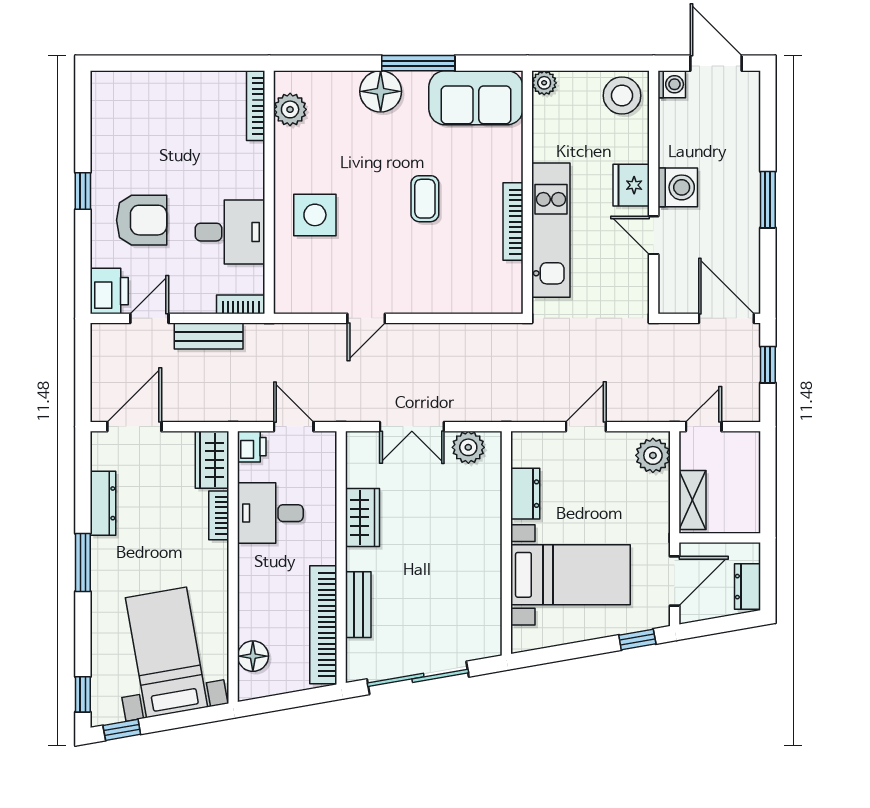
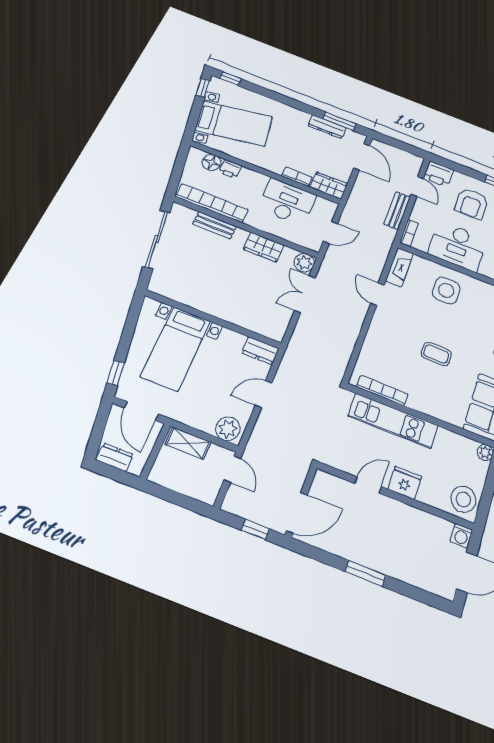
washing machine: (678, 187) -> (394, 513), removed
bookcase: (513, 222) -> (382, 390), moved
desk: (230, 232) -> (457, 246), width x1.37
fireplace: (306, 300) -> (399, 267), added
door: (586, 427) -> (264, 394), swing flipped
printer: (252, 447) -> (230, 169), moved
plant: (468, 447) -> (304, 263), moved
dresser: (525, 494) -> (260, 351), moved
desk: (270, 513) -> (287, 202), width x1.37
window: (83, 563) -> (339, 121), moved

